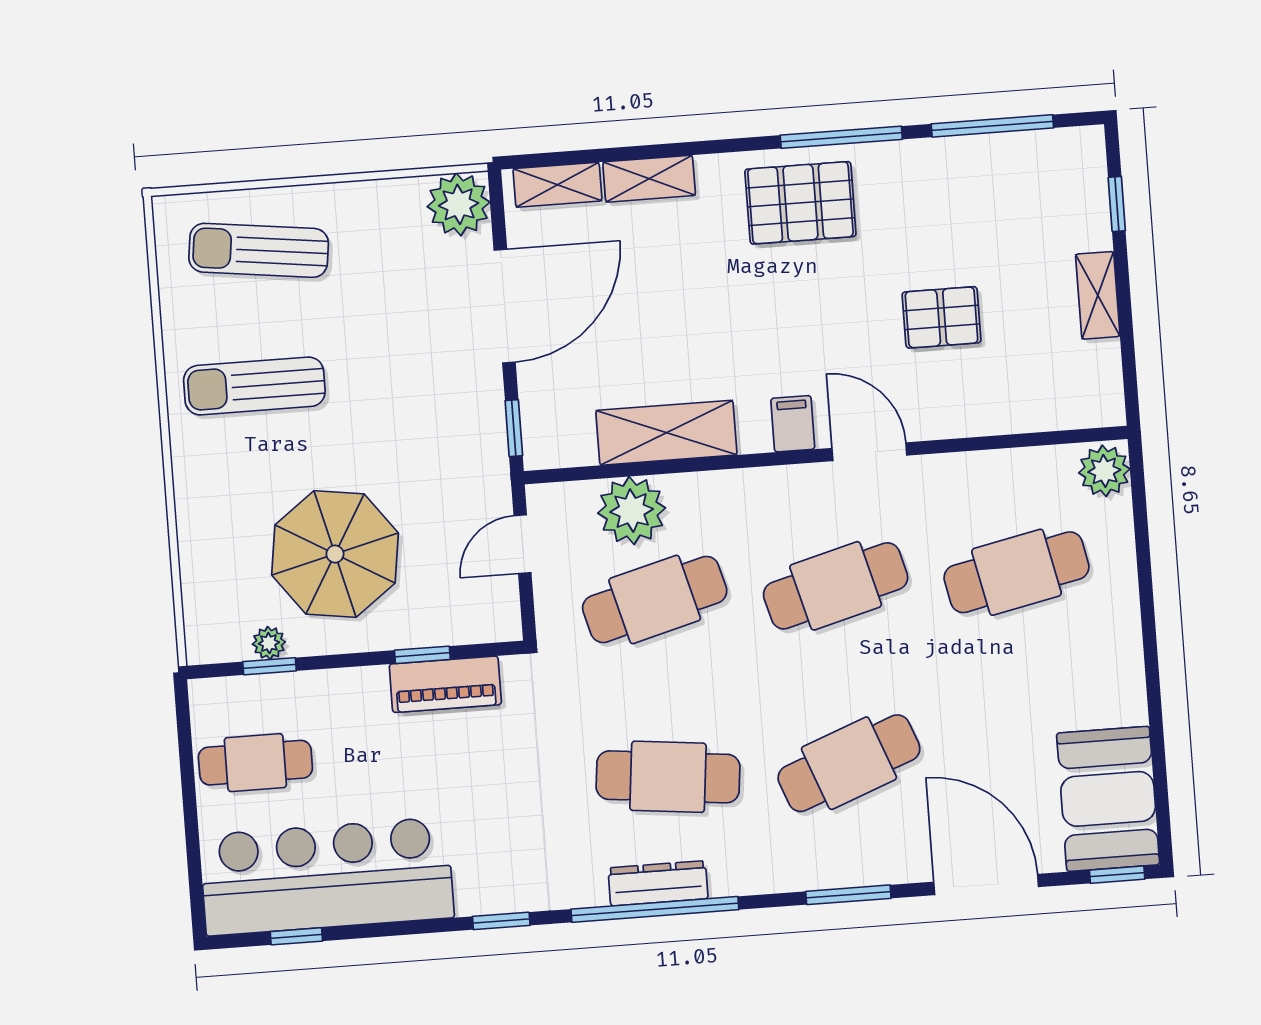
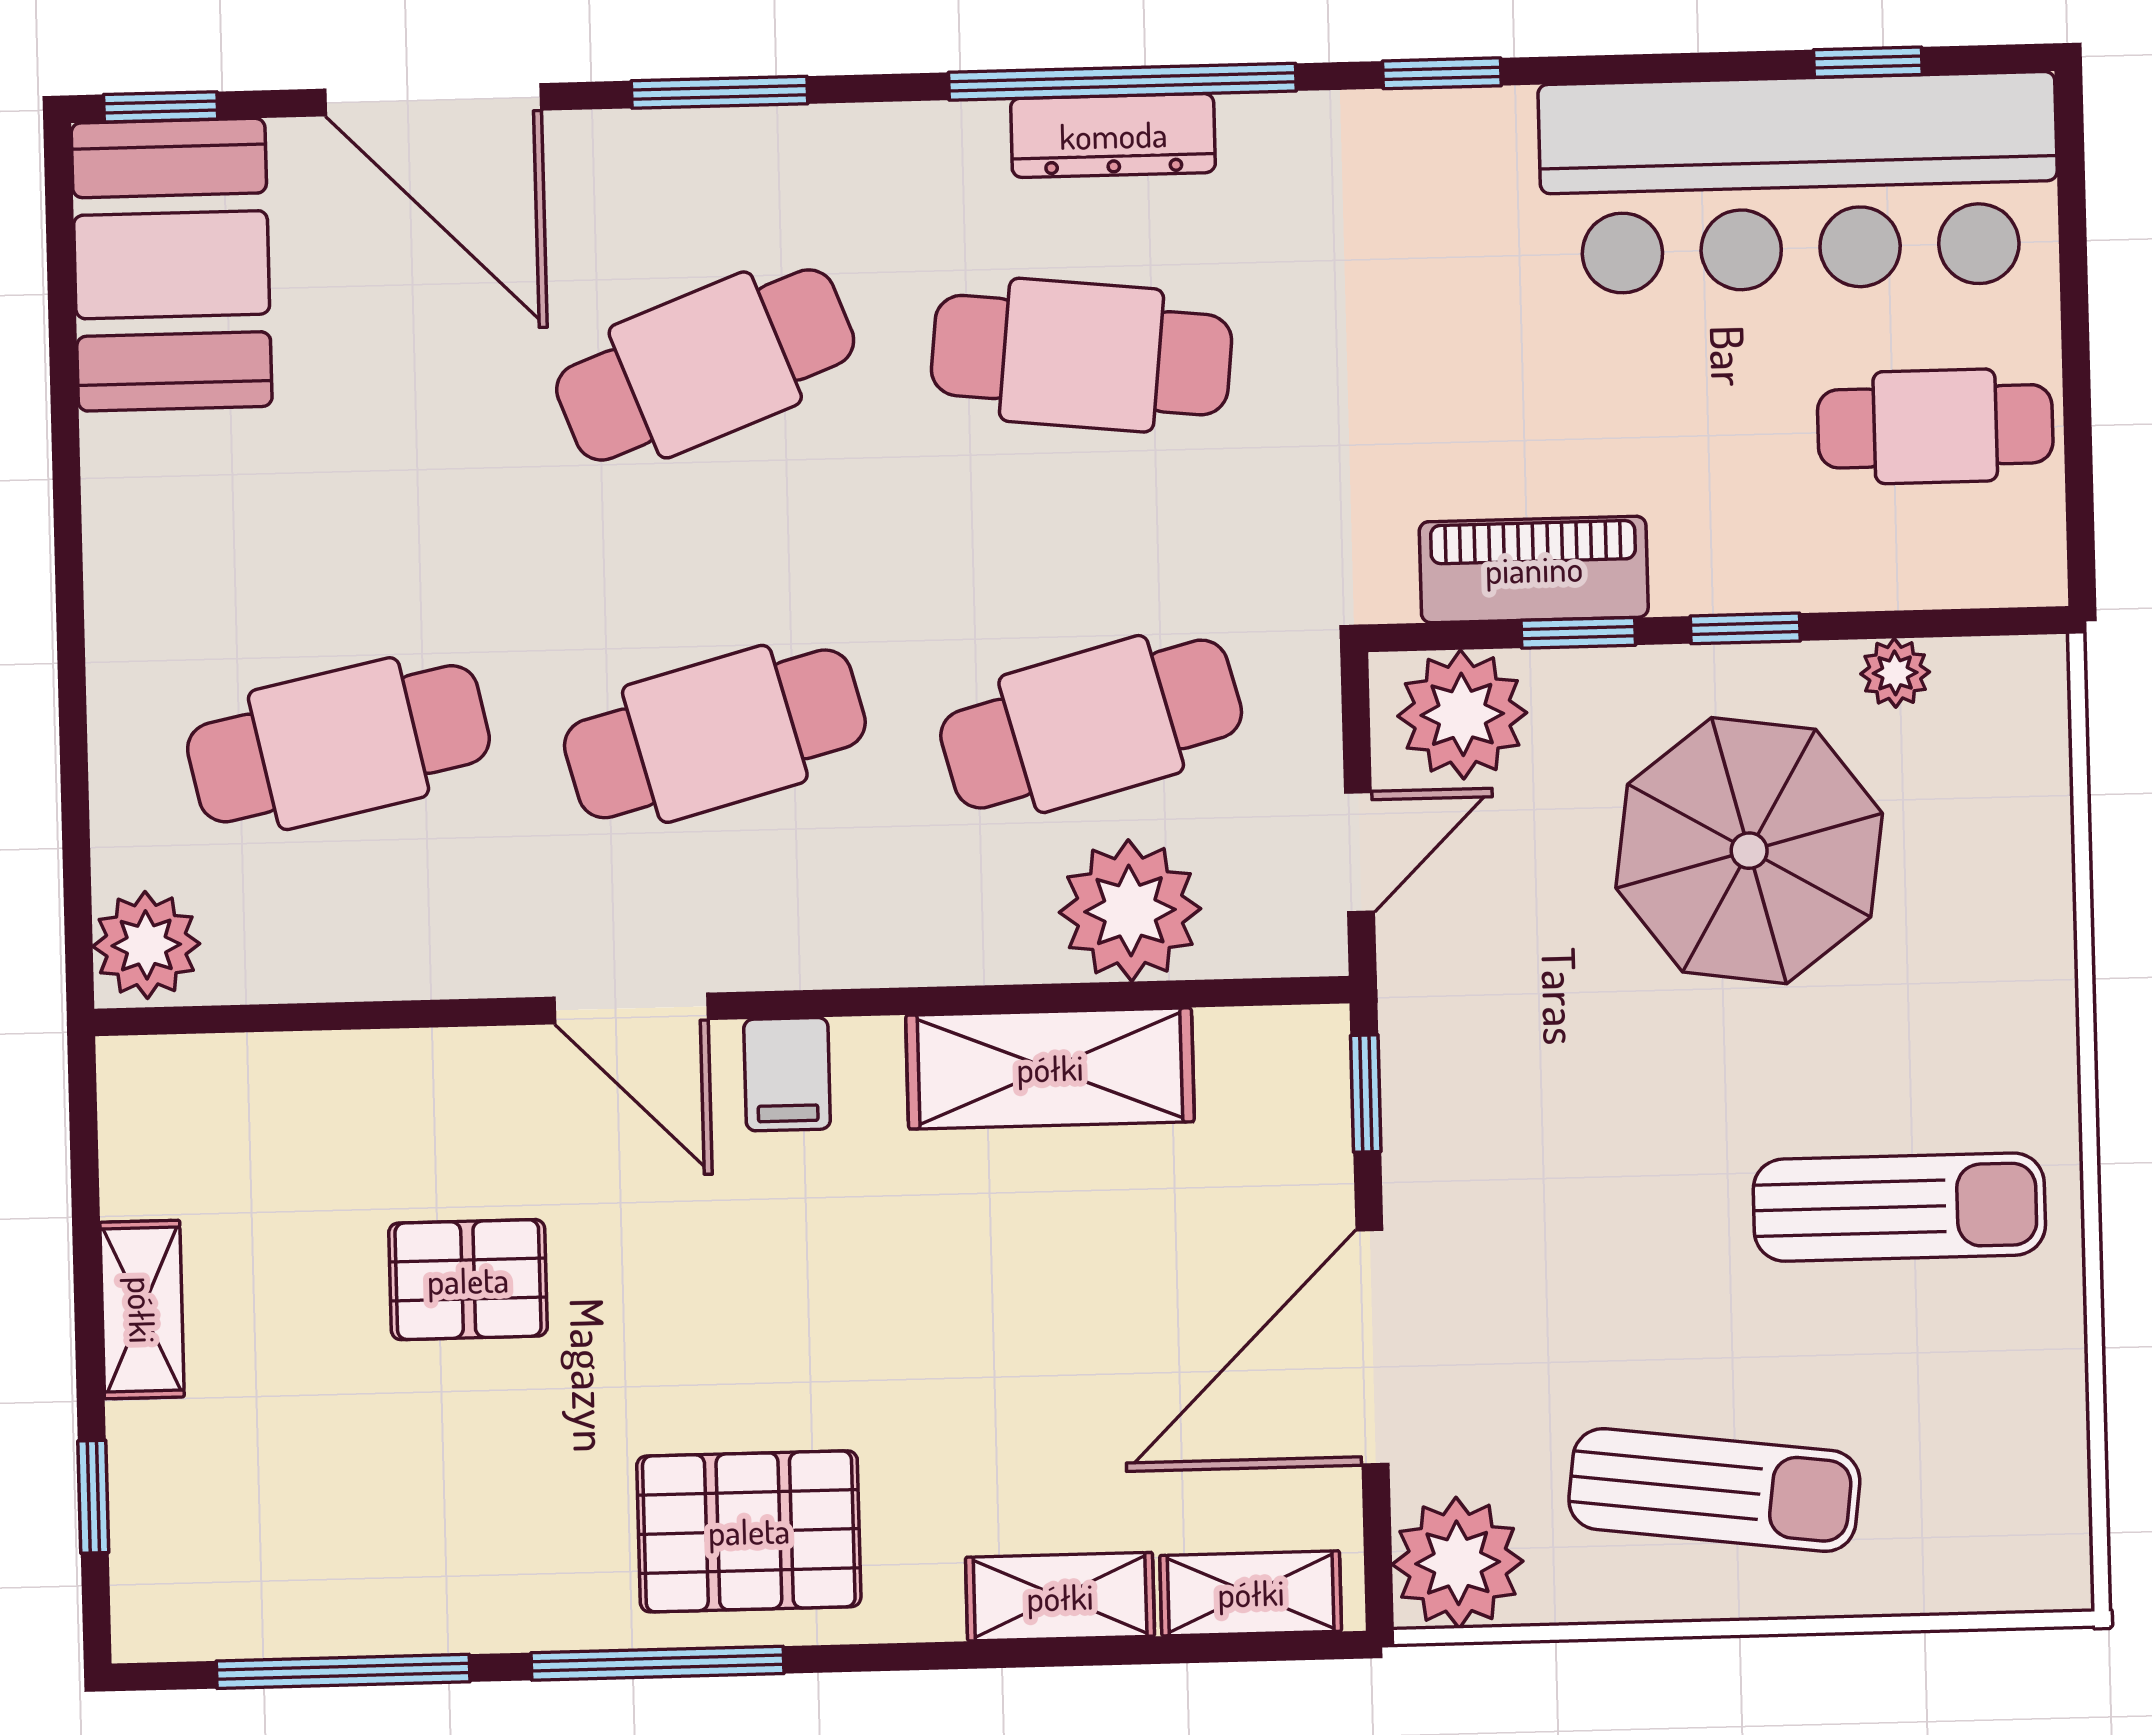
sun lounger: (259, 250) -> (1714, 1490), moved
plant: (476, 613) -> (1462, 714), added
window: (269, 666) -> (1745, 628), moved

